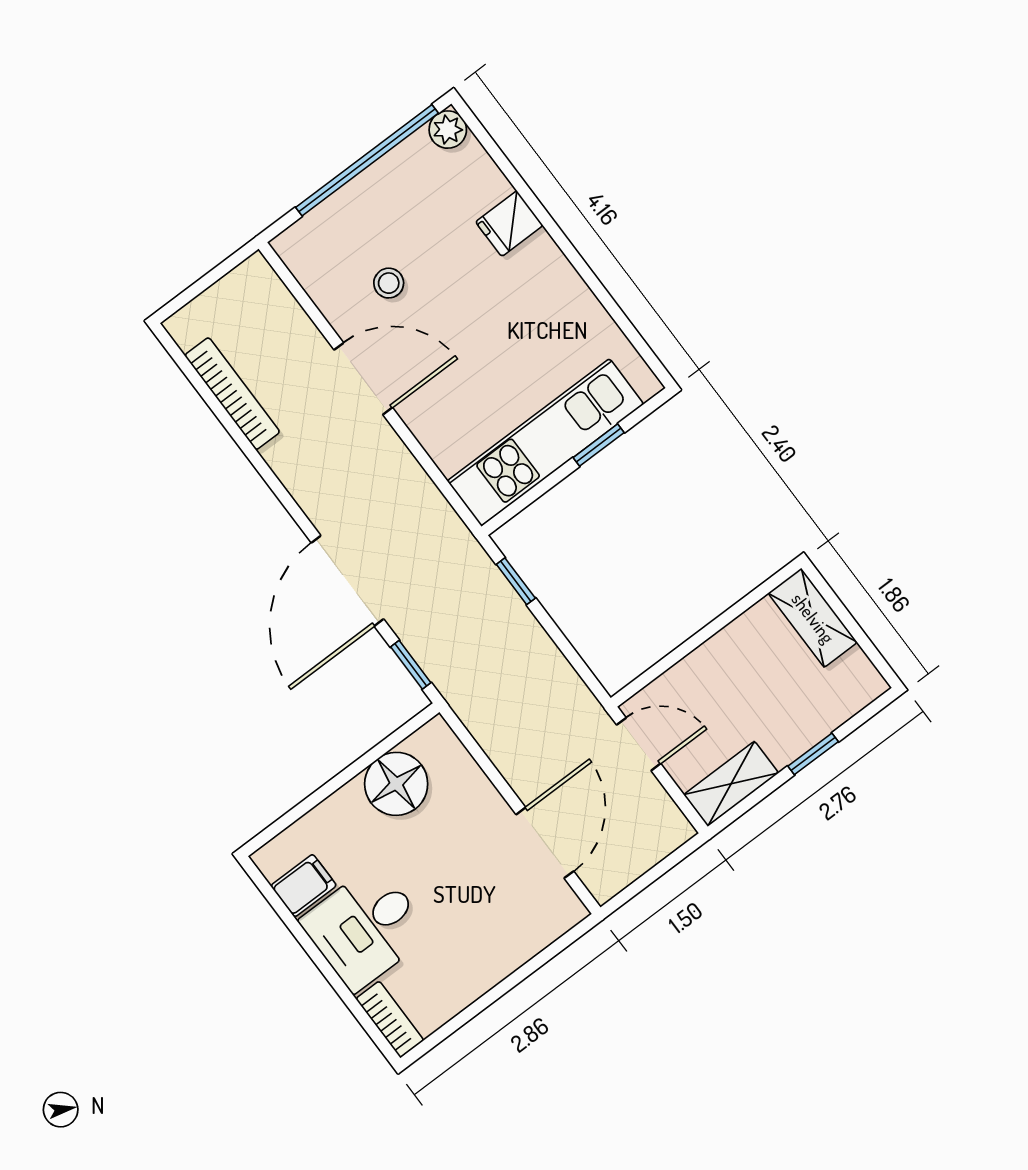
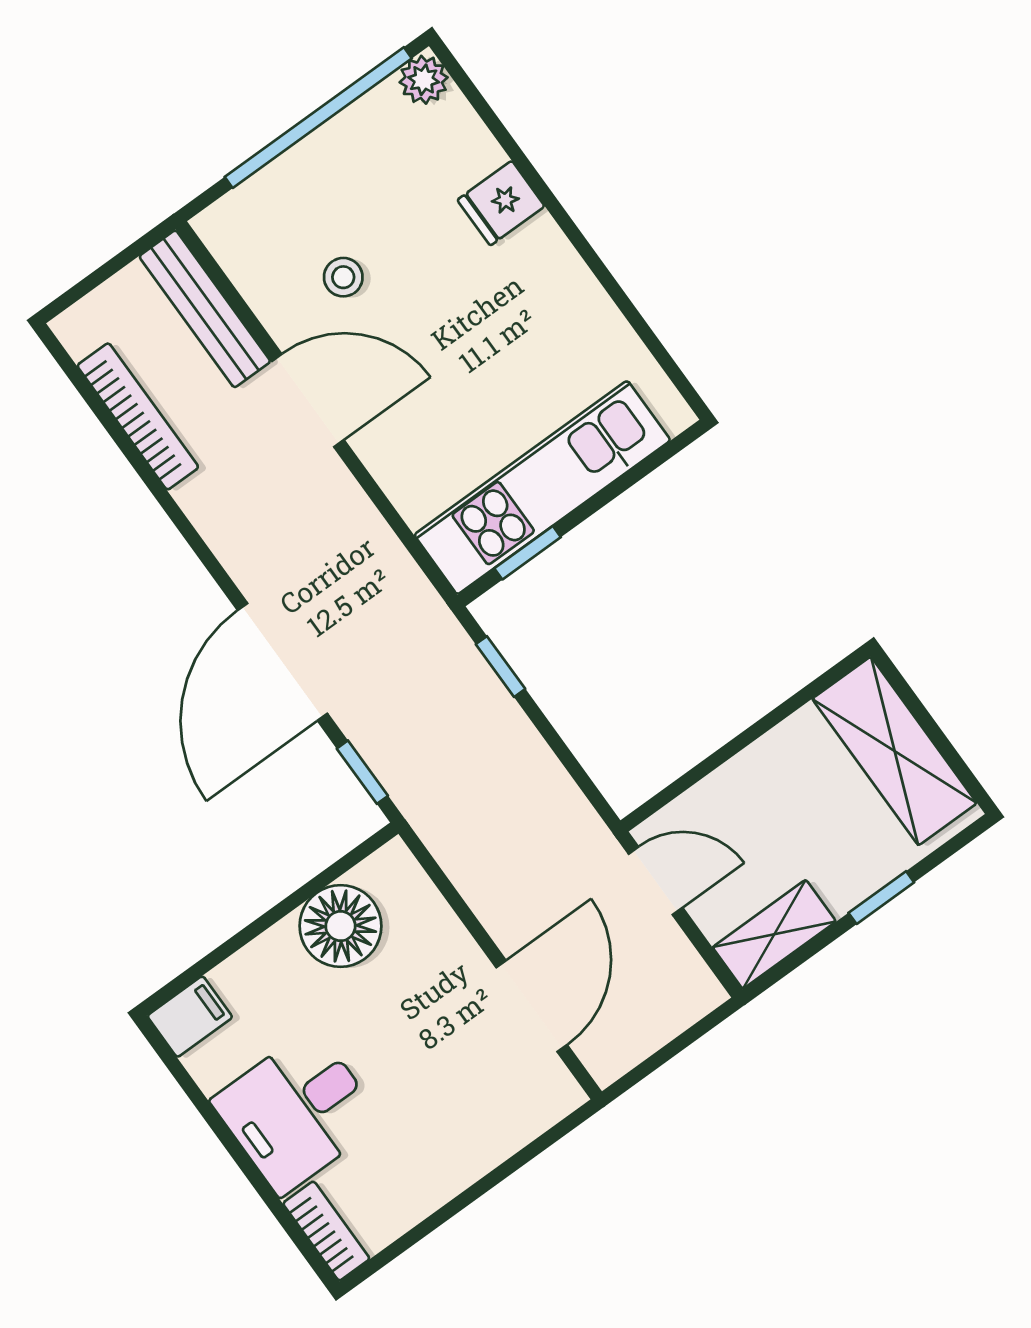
bench: (282, 310) -> (205, 309), added
window: (599, 445) -> (528, 553), moved
shelving: (813, 618) -> (895, 751), width x1.50, depth x1.33
filing cabinet: (304, 886) -> (190, 1017), moved

